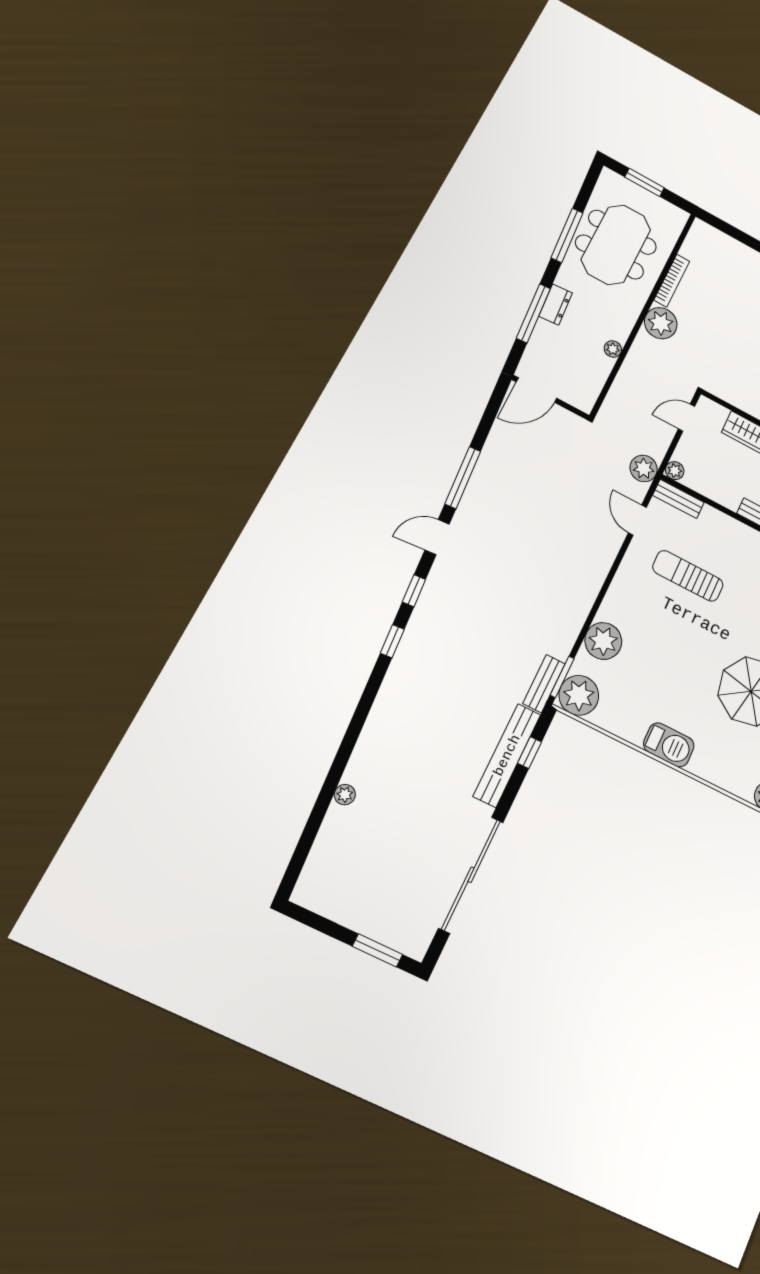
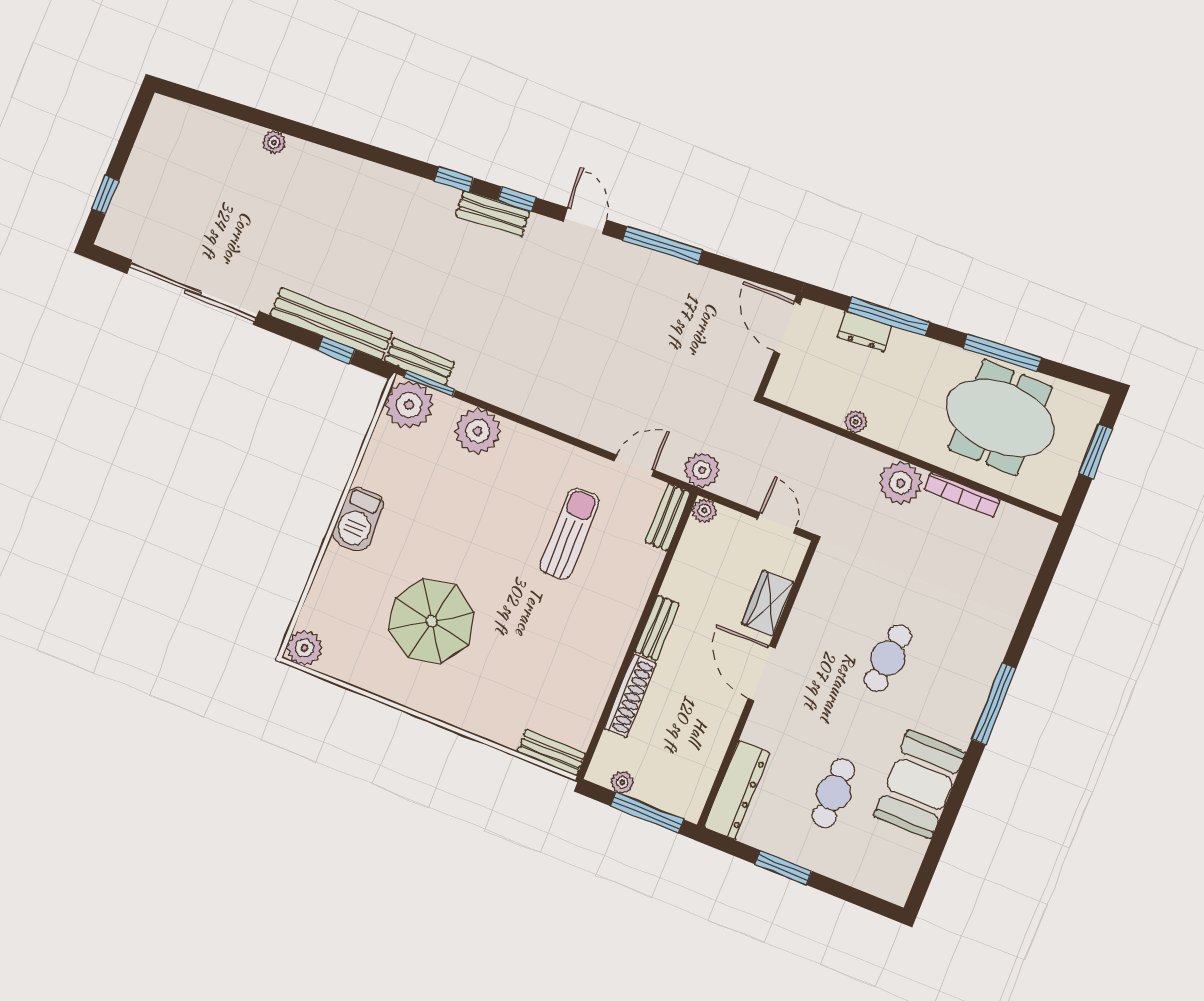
dresser: (556, 305) -> (864, 332), moved
bench: (424, 612) -> (493, 213), added
window: (378, 950) -> (105, 195), width x0.67

